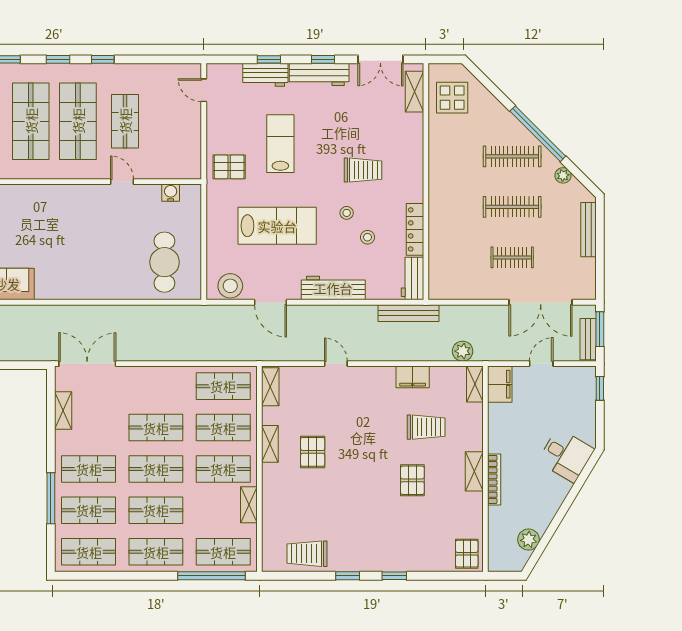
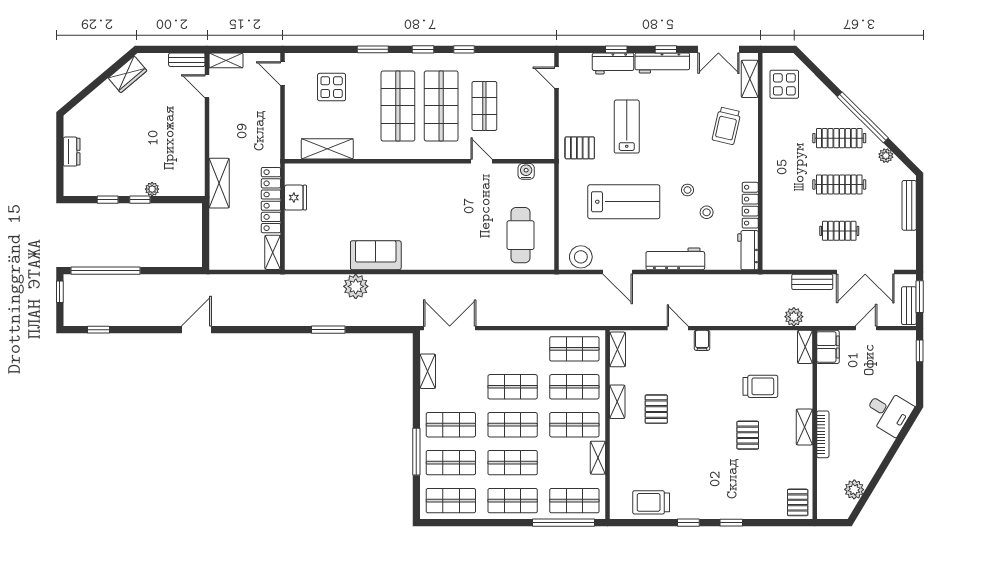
trolley: (363, 170) -> (727, 126), moved, turned 103
bench: (409, 313) -> (812, 282), moved, width x0.73
filing cabinet: (413, 377) -> (702, 340), moved, width x0.50

